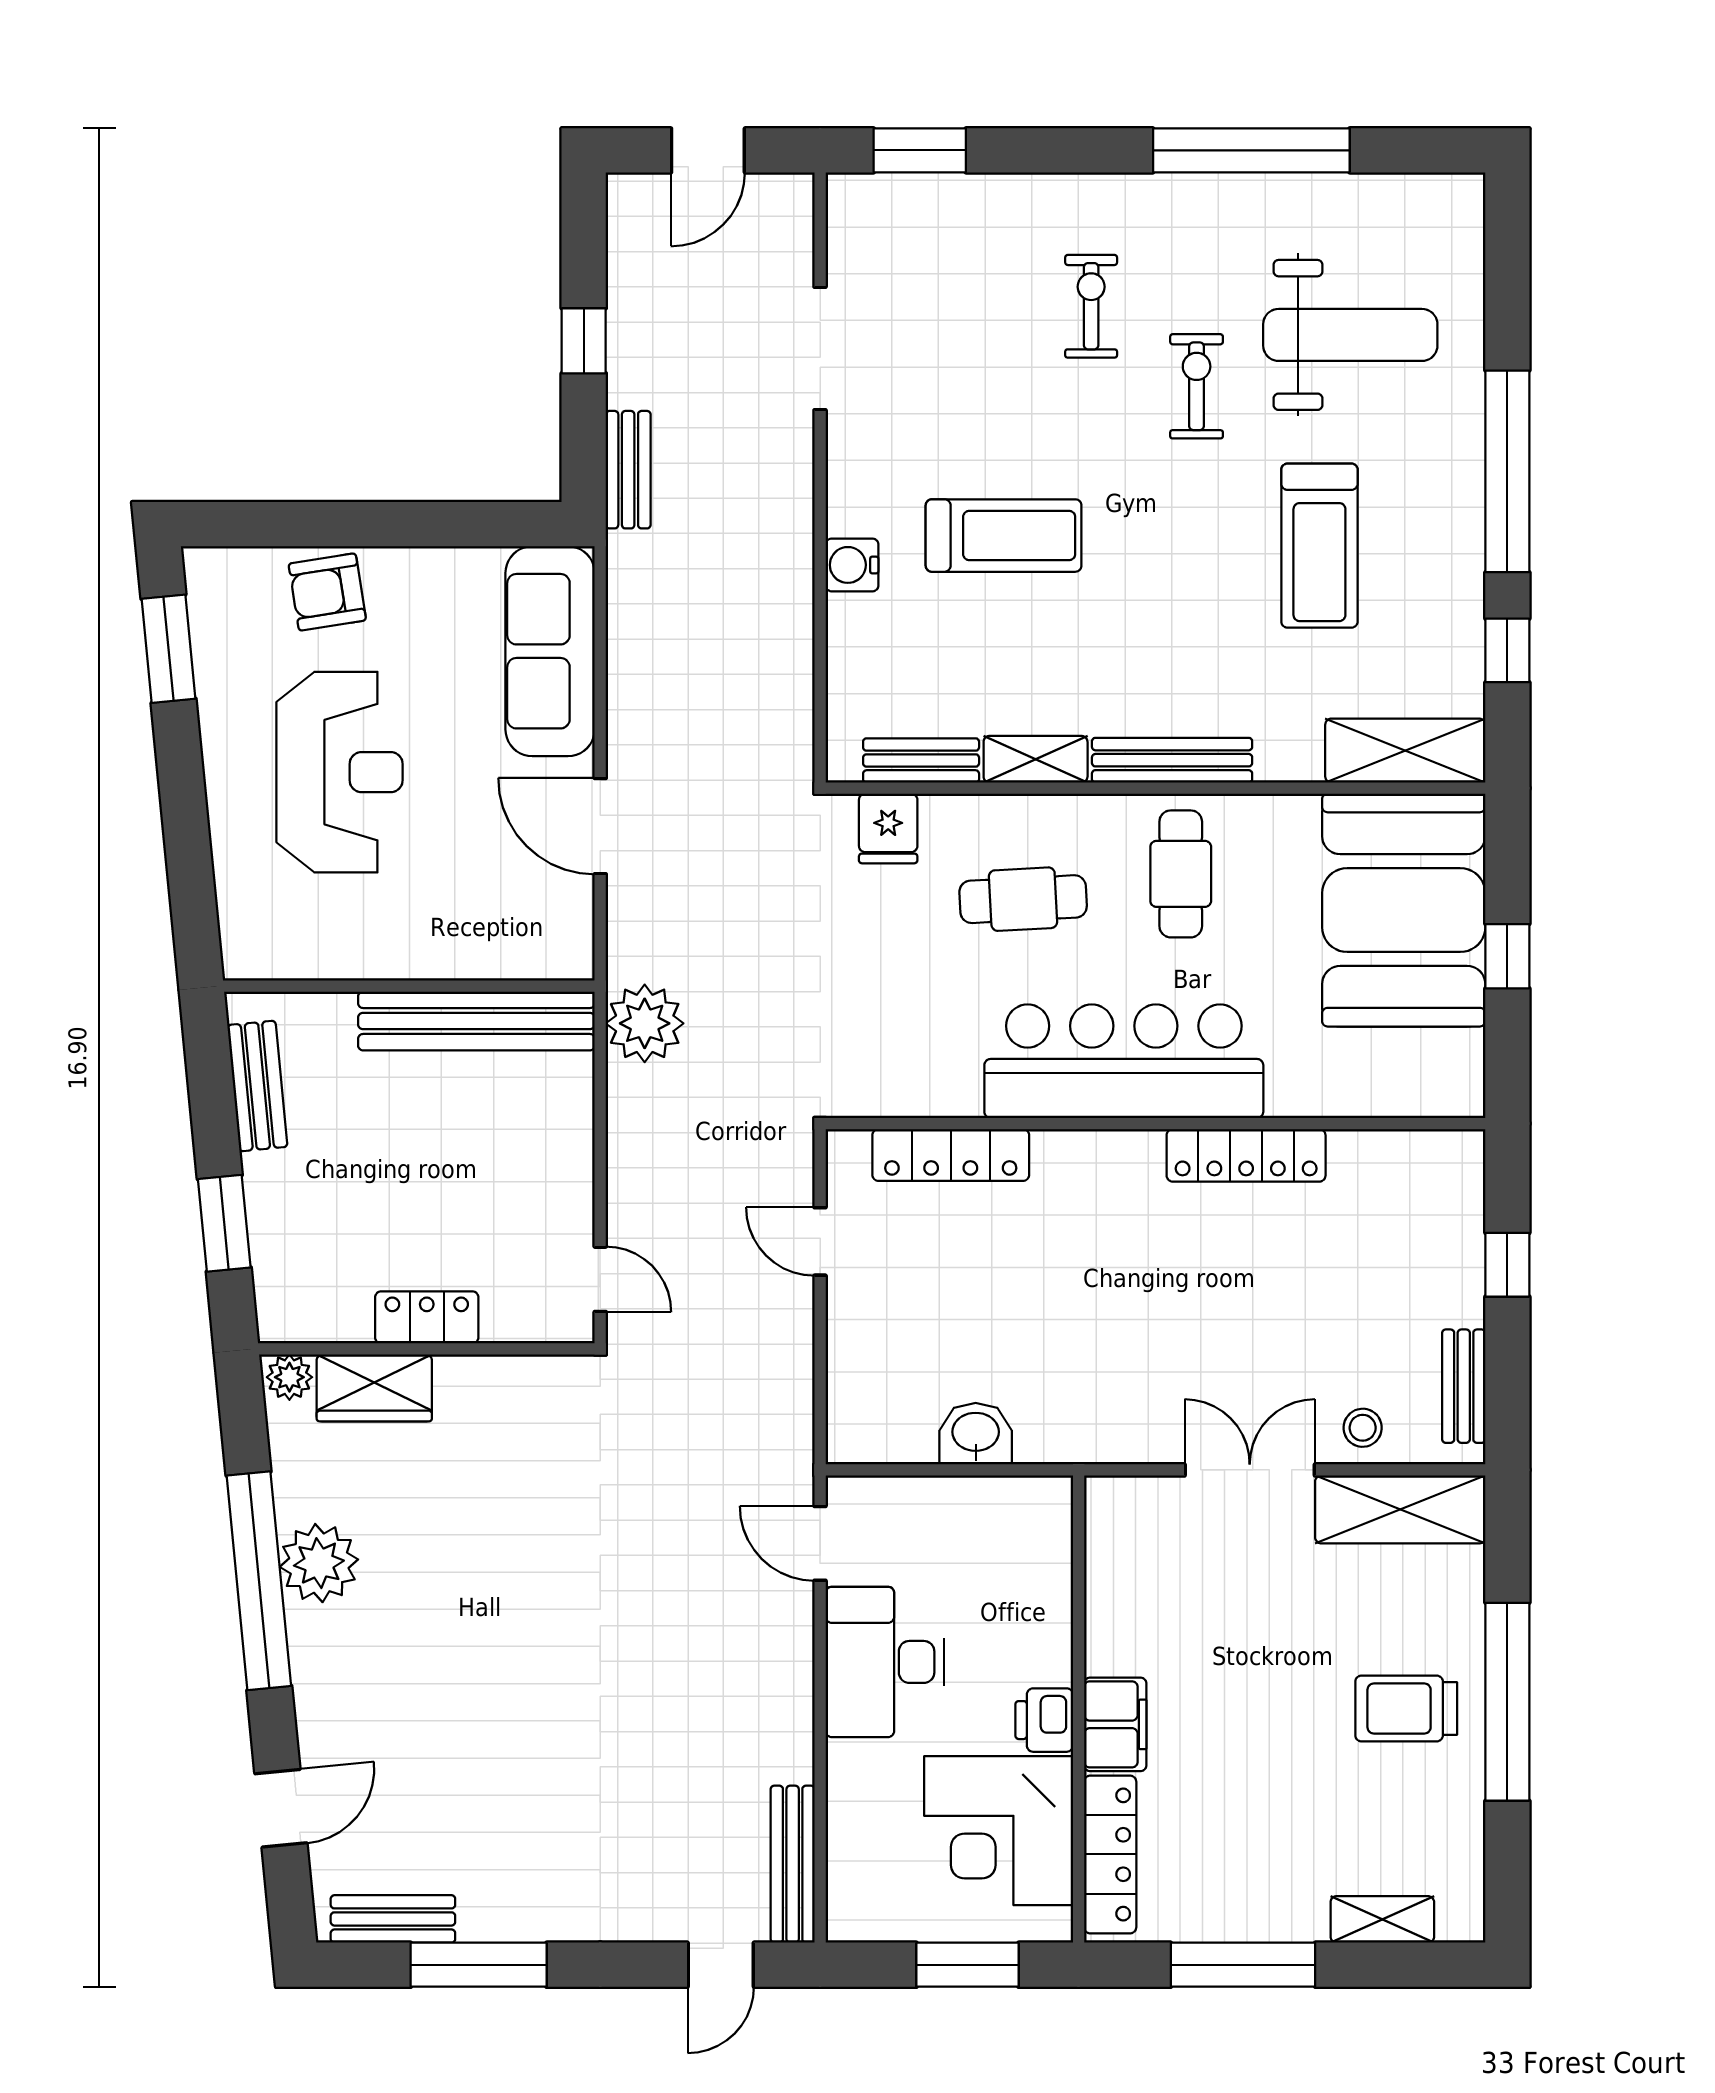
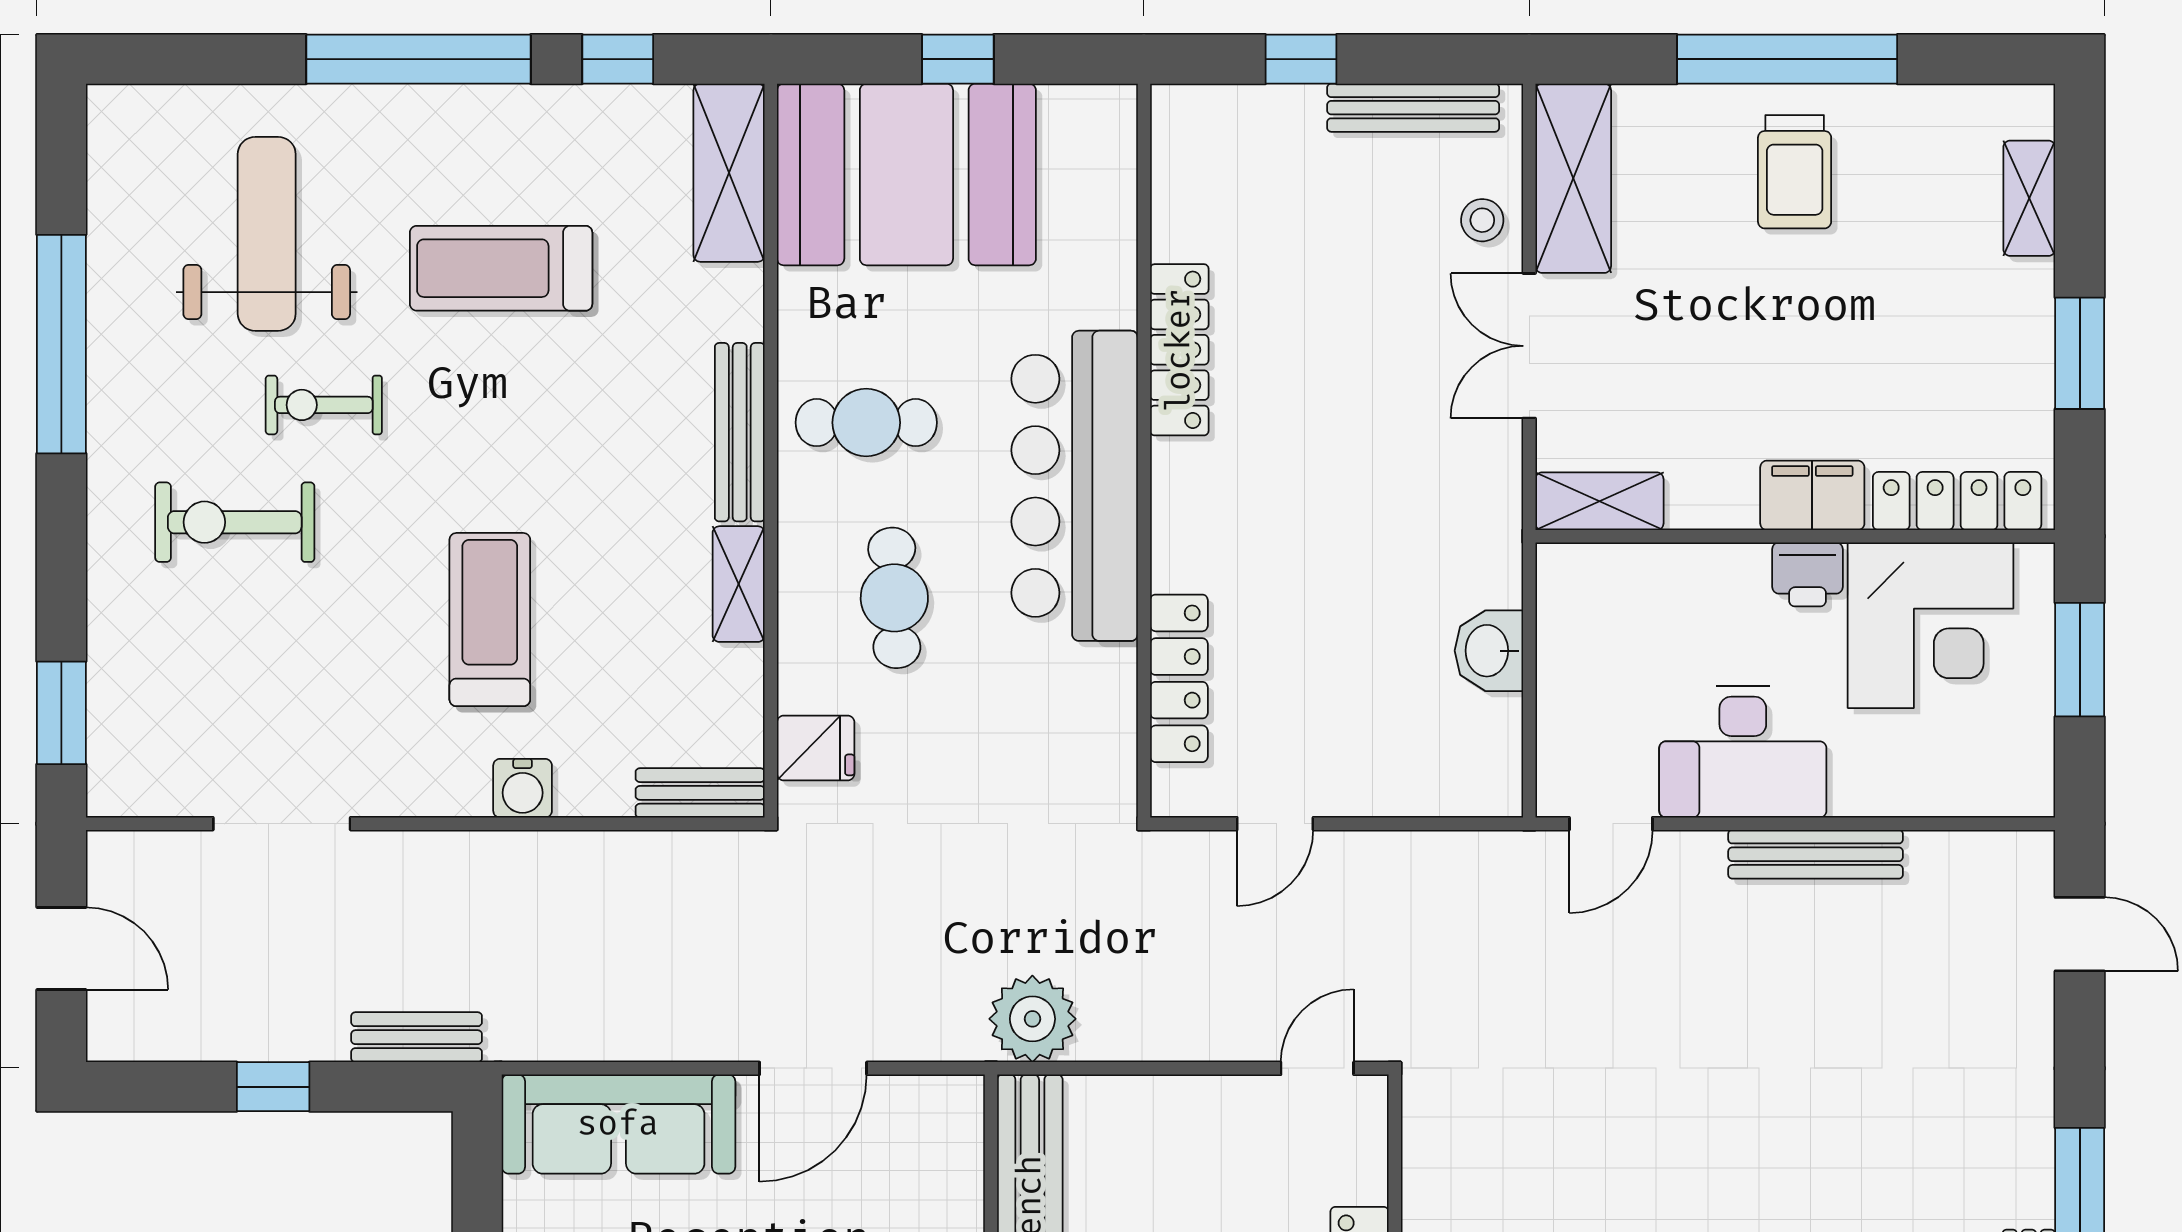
exercise bike: (1091, 306) -> (235, 522), width x1.38, depth x1.39
treadmill: (1319, 546) -> (501, 268), turned 180
bench: (921, 760) -> (700, 793), moved, turned 90
bench: (1464, 1386) -> (1413, 108), width x1.36
shelving: (1110, 1533) -> (1599, 501), added
bench: (793, 1864) -> (1816, 854), moved
window: (1243, 1965) -> (2080, 353), width x0.69

